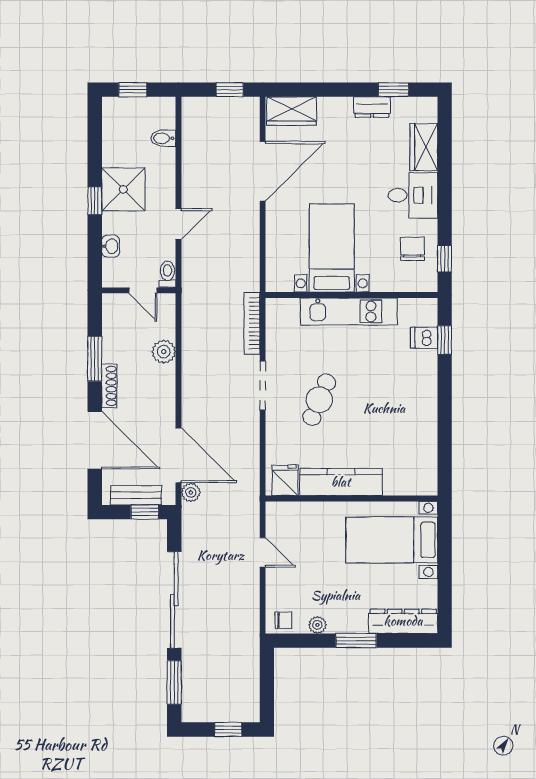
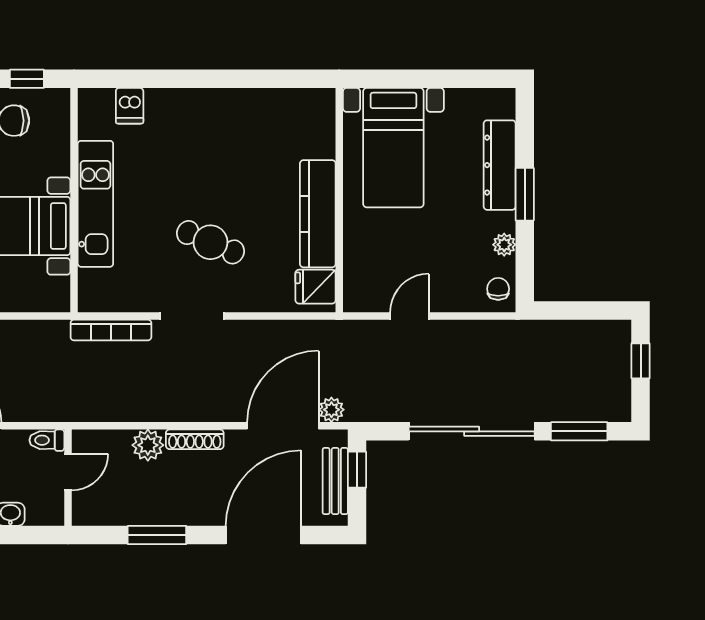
window: (445, 340) -> (133, 79), removed
shoe rack: (109, 386) -> (195, 439), moved, turned 180
dresser: (403, 621) -> (500, 165), moved

